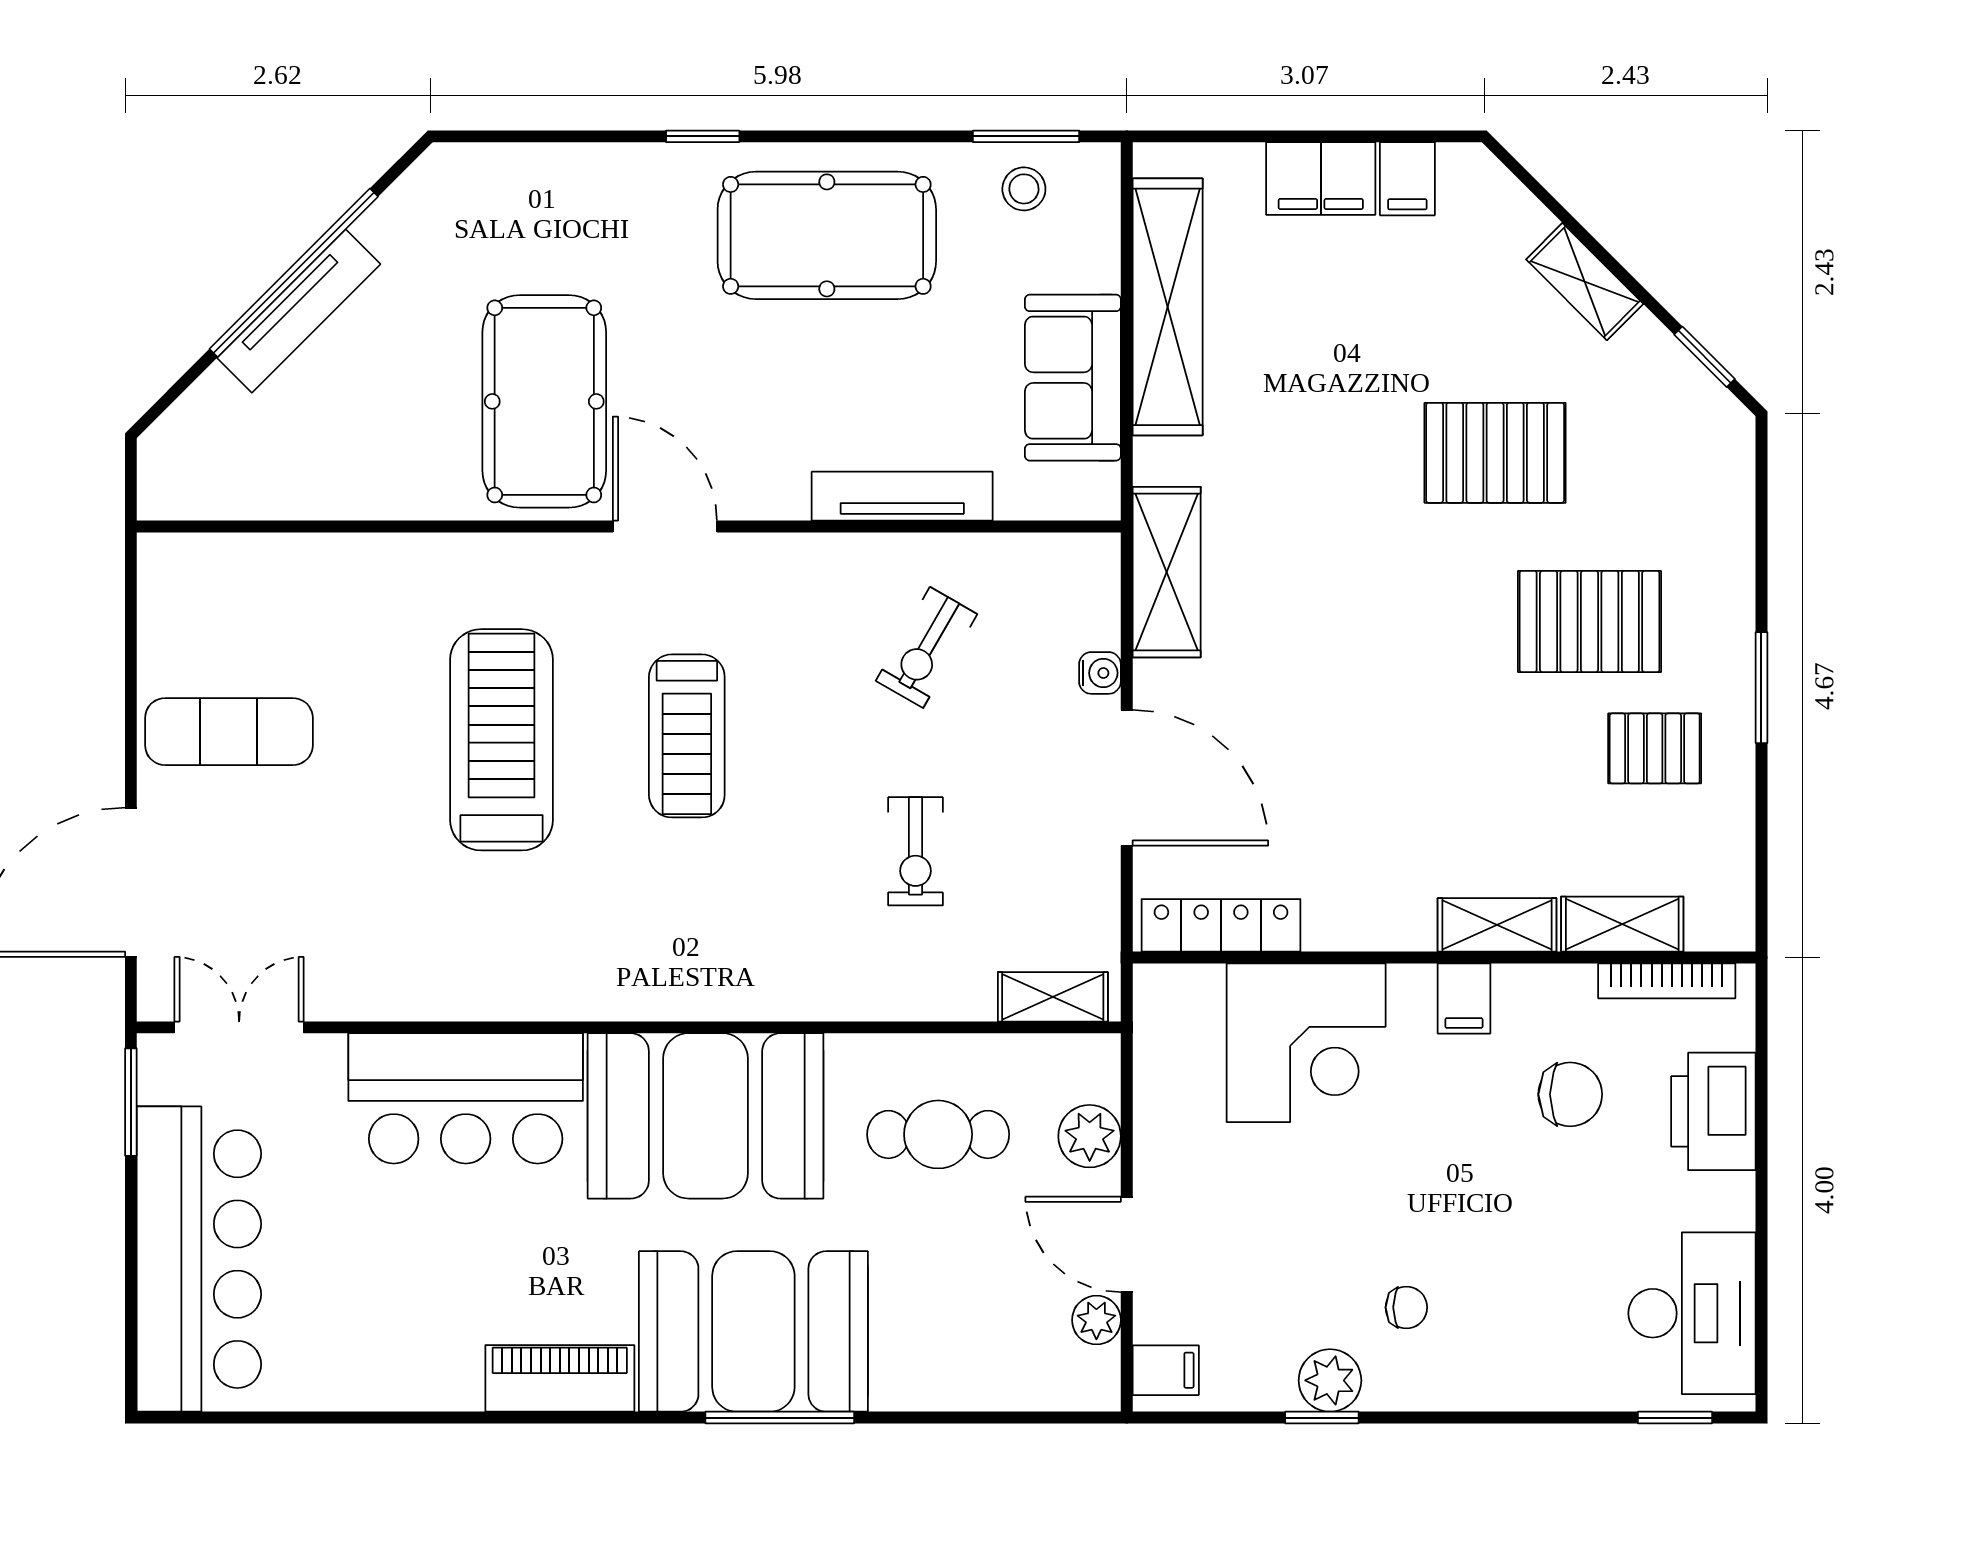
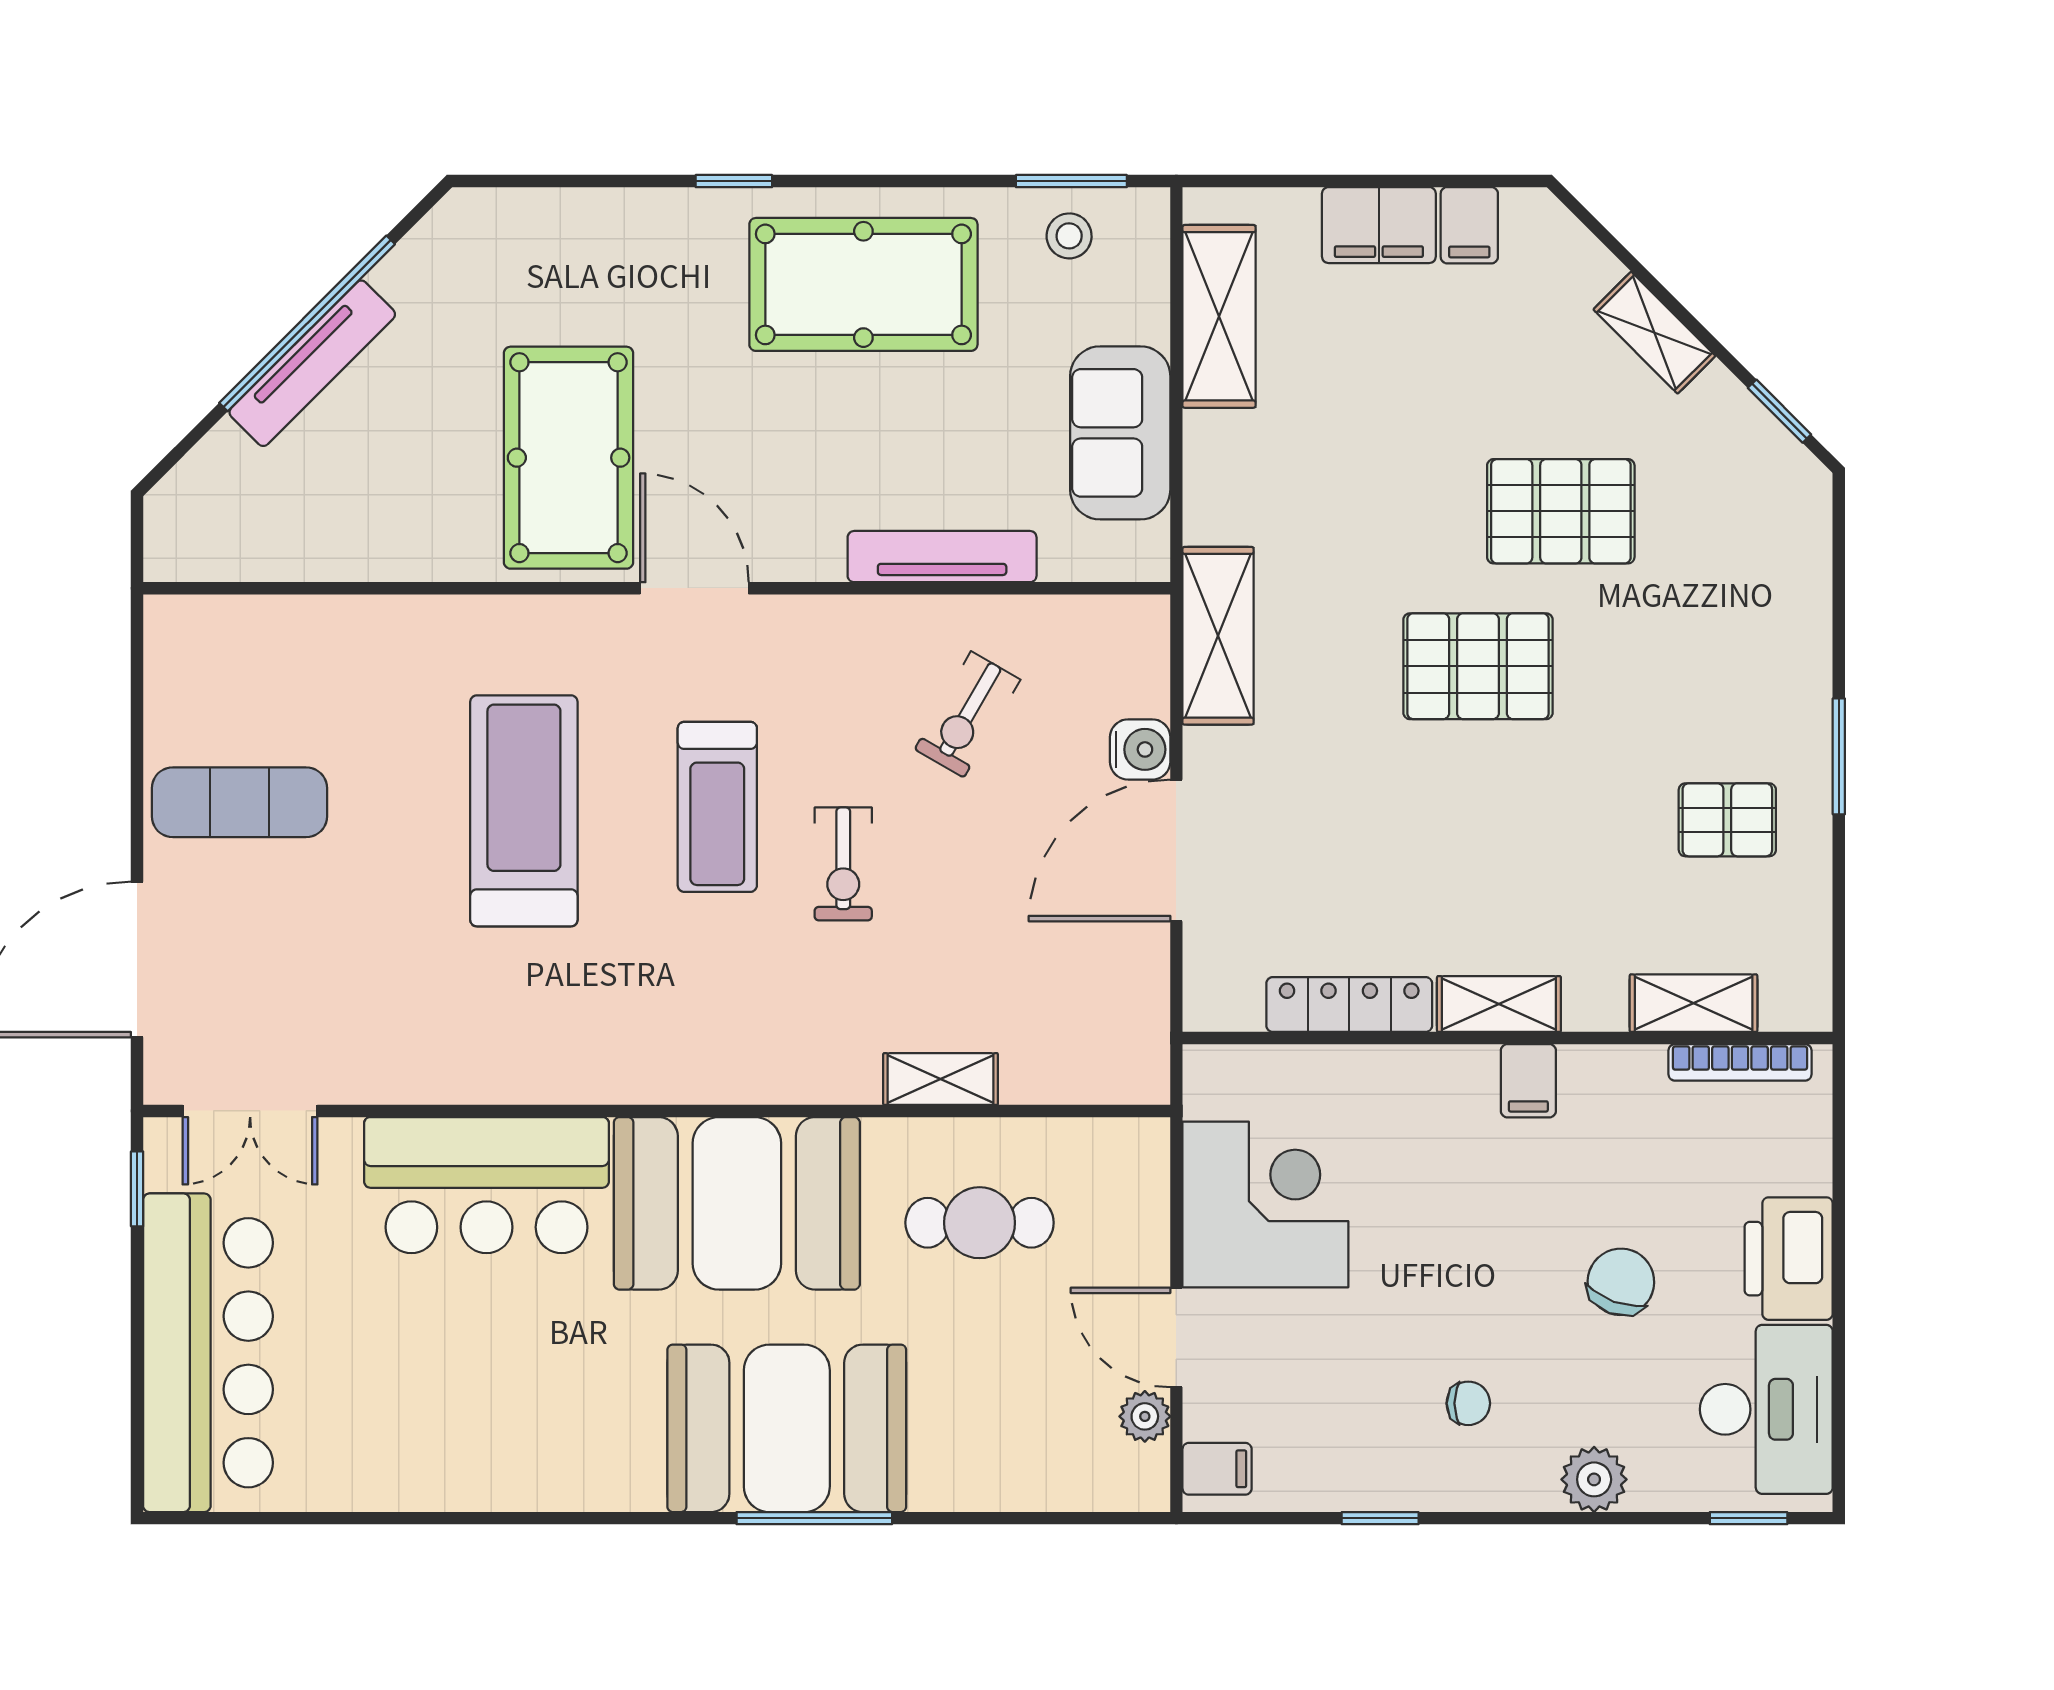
shelving: (1168, 307) -> (1219, 316), width x0.68
pallet: (1589, 621) -> (1478, 666), moved
water cooler: (1100, 673) -> (1140, 749), width x1.38, depth x1.38
door: (1127, 778) -> (1176, 850), swing flipped
exercise bike: (916, 851) -> (843, 864), moved
locker: (1221, 925) -> (1349, 1004), moved
shelving: (1497, 925) -> (1499, 1004), moved
shelving: (1053, 997) -> (941, 1079), moved
double door: (239, 1027) -> (250, 1111), swing flipped
corner desk: (1306, 1043) -> (1265, 1204), moved, turned -90
chair: (1570, 1094) -> (1621, 1282), moved, turned -70
window: (131, 1102) -> (137, 1189), width x0.67
printer: (1713, 1111) -> (1789, 1259), moved
plant: (1090, 1136) -> (1138, 1225), removed
piano: (560, 1378) -> (585, 1477), removed
plant: (1330, 1380) -> (1594, 1479), moved

